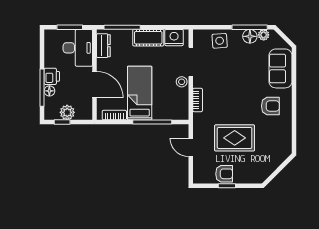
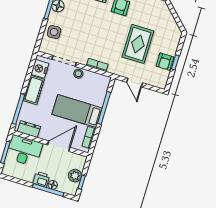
door: (191, 147) -> (135, 83), hinge flipped
armchair: (224, 174) -> (165, 62), turned 180

